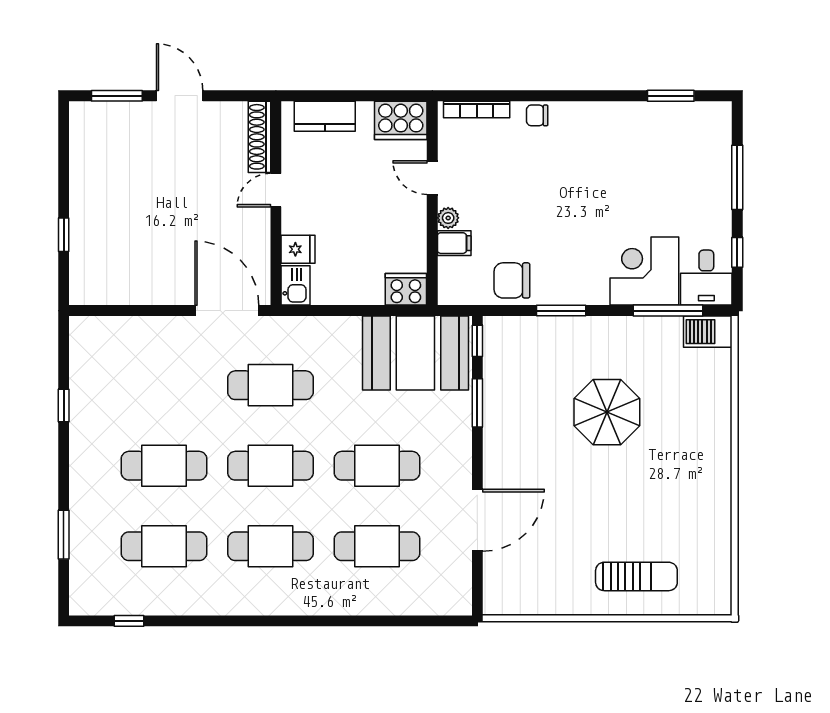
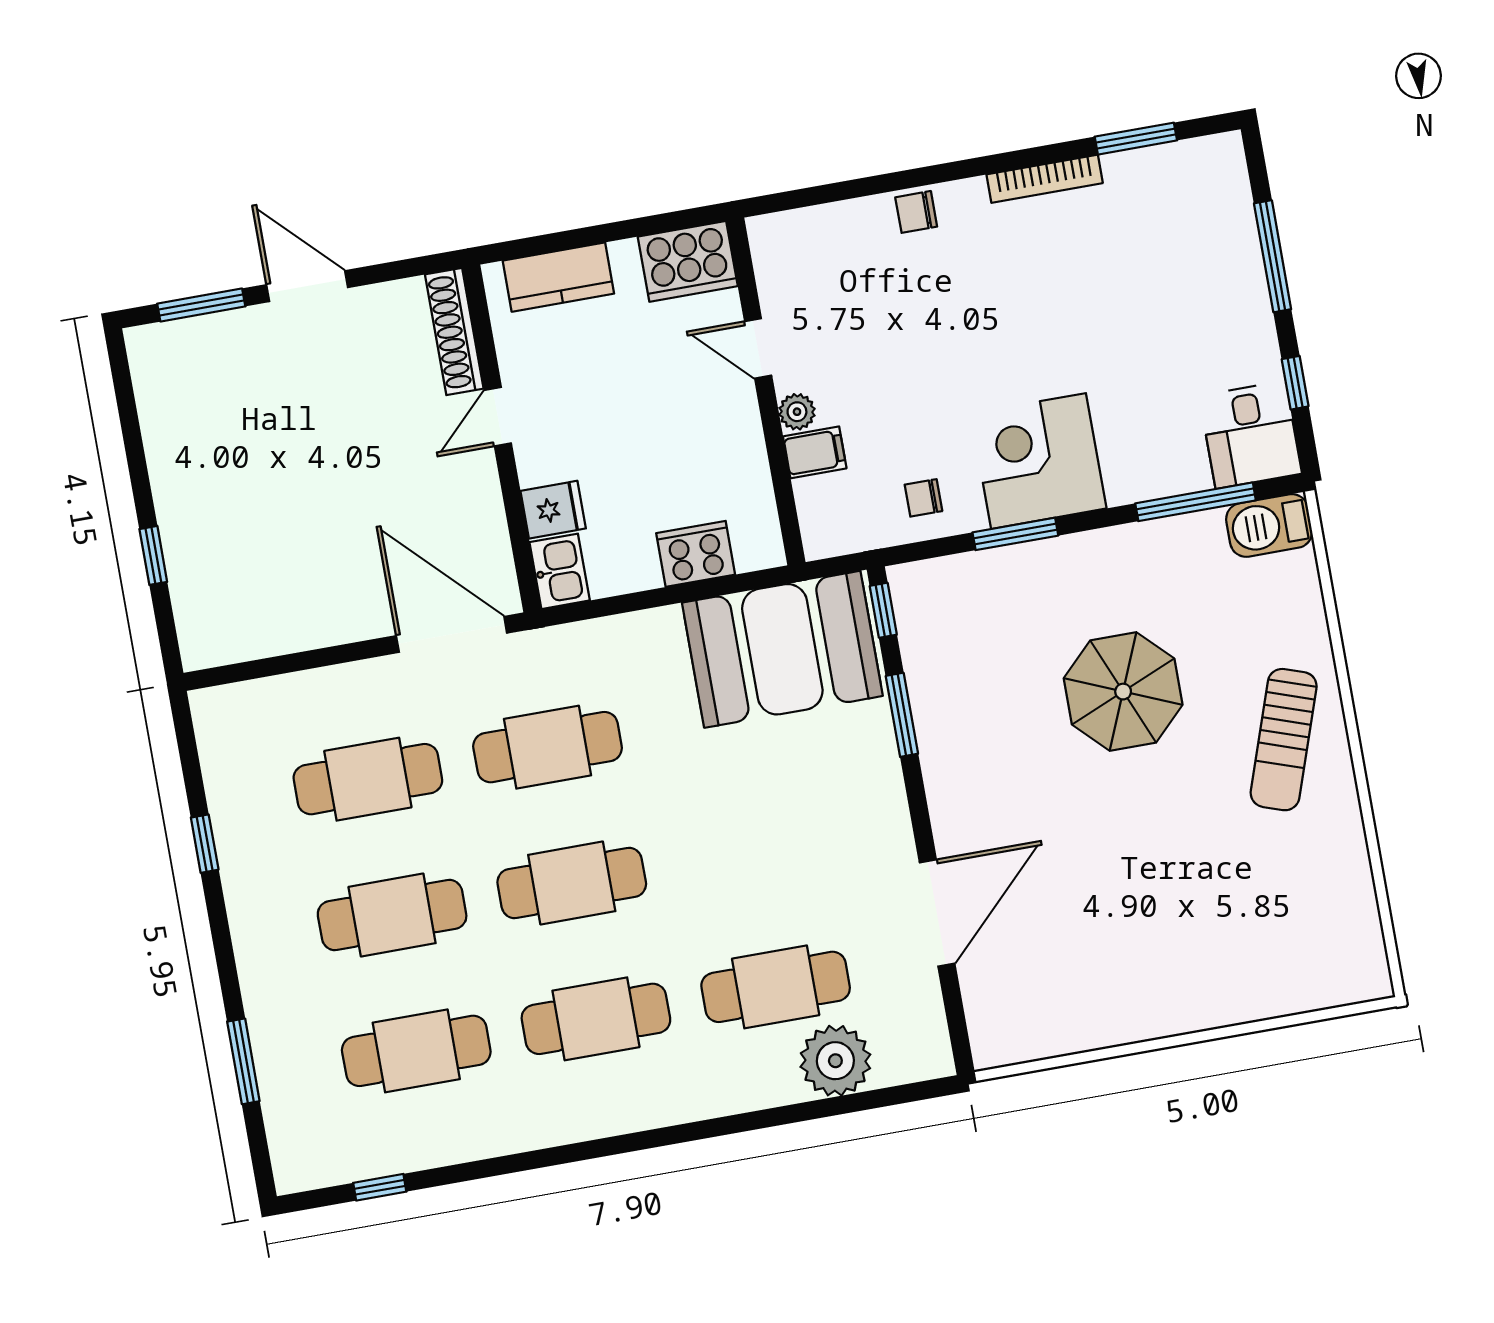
bookcase: (477, 109) -> (1045, 179), moved
corner desk: (644, 271) -> (1039, 461), moved
chair: (512, 280) -> (923, 498), width x0.54, depth x0.54
cooker: (406, 289) -> (696, 554), moved
cafe table: (377, 466) -> (368, 779), moved
sun lounger: (636, 576) -> (1284, 740), moved, turned 109
plant: (404, 595) -> (835, 1061), added

